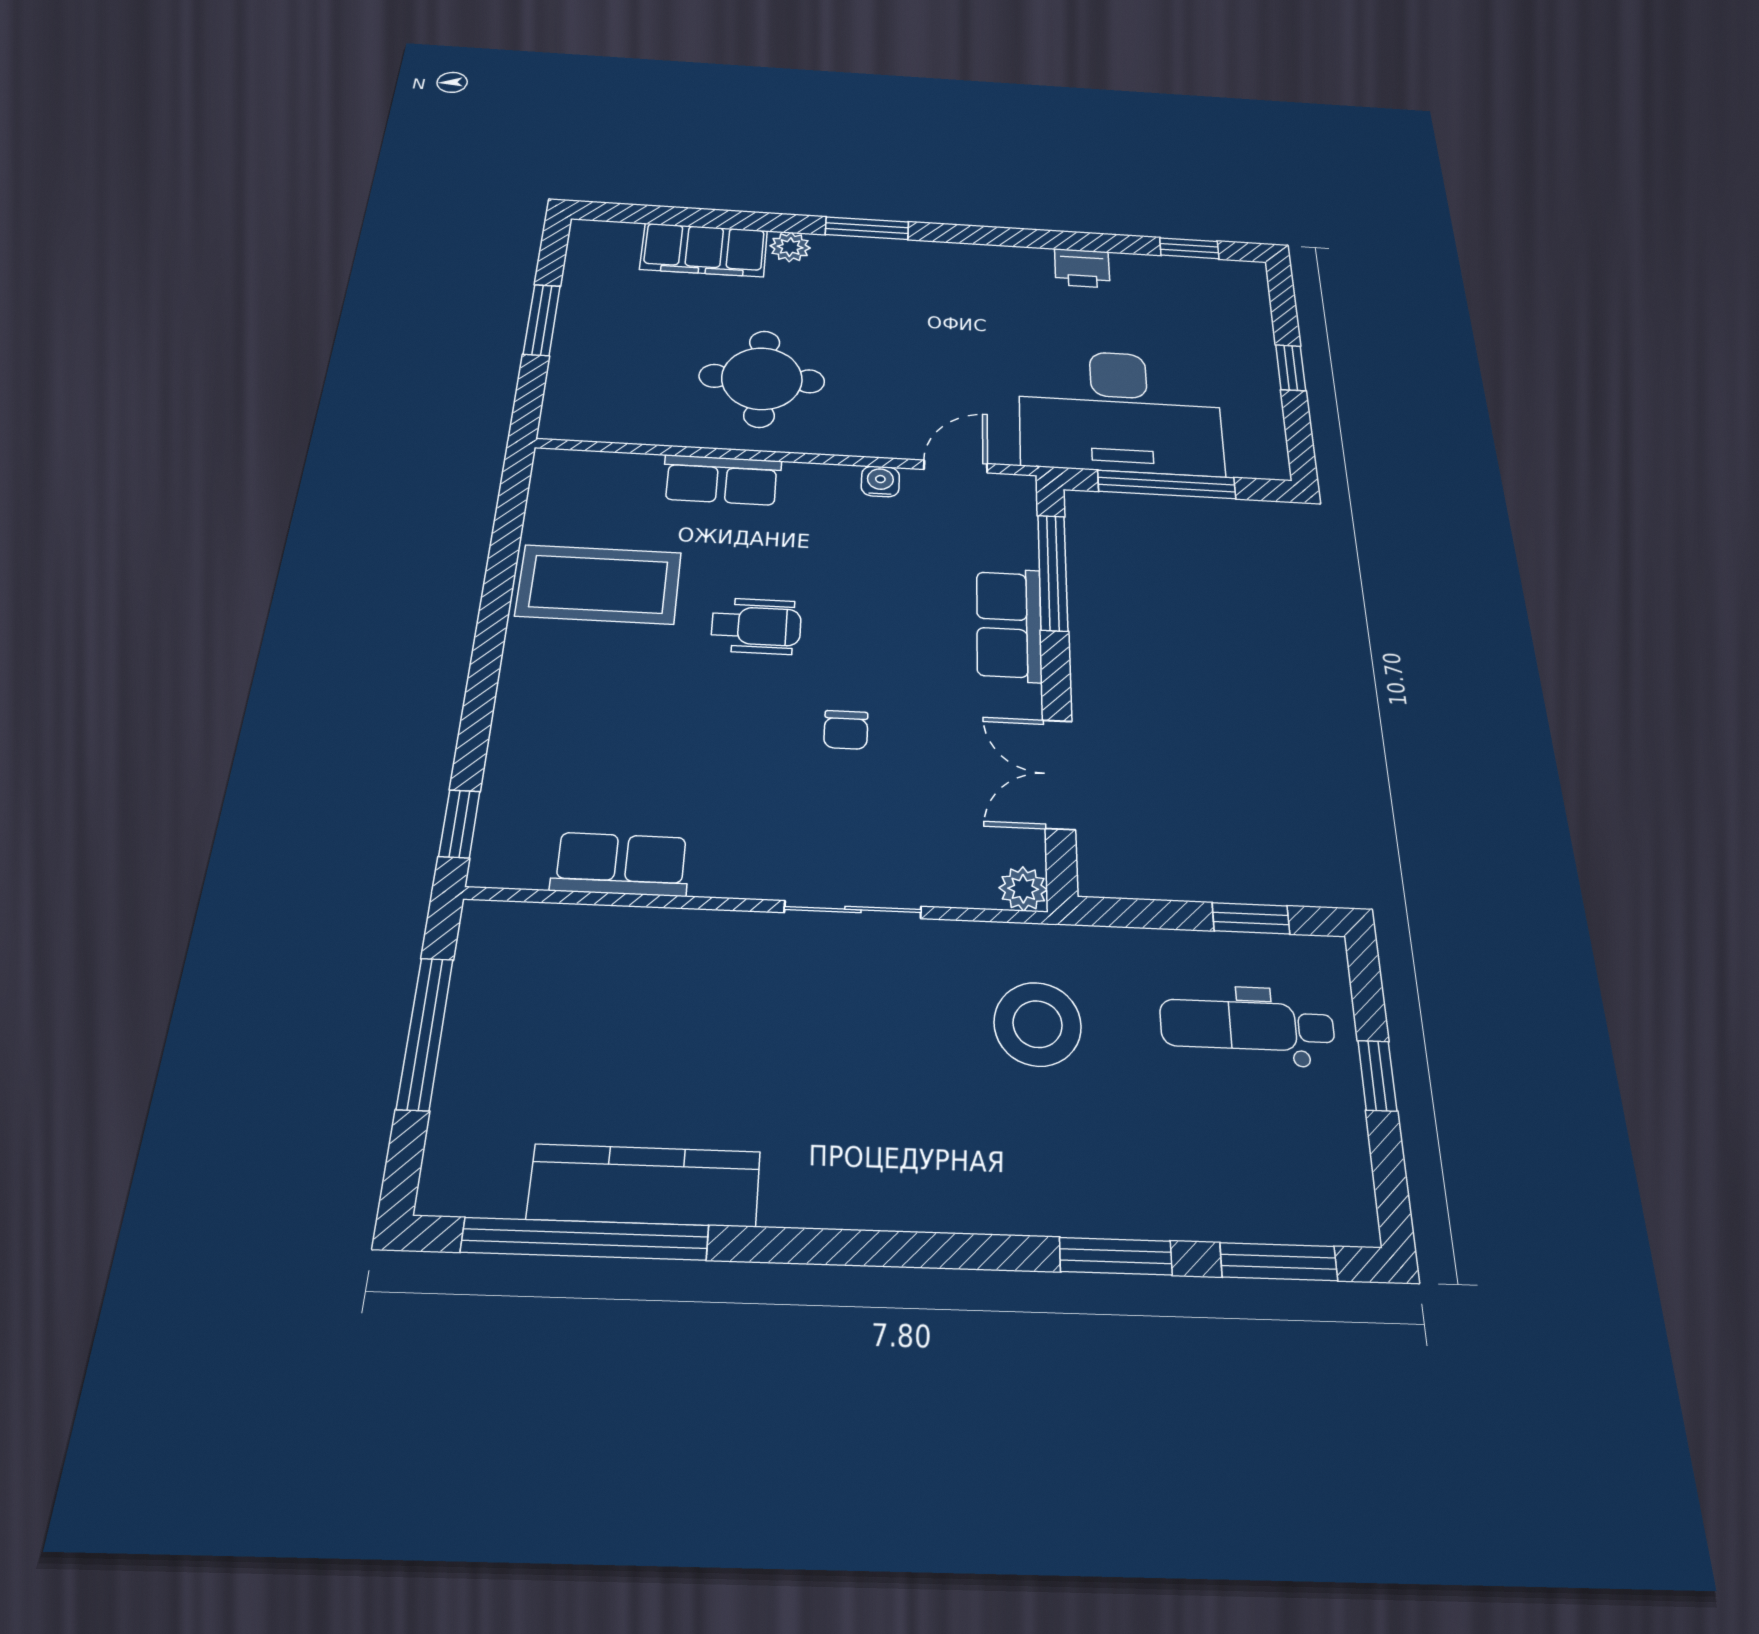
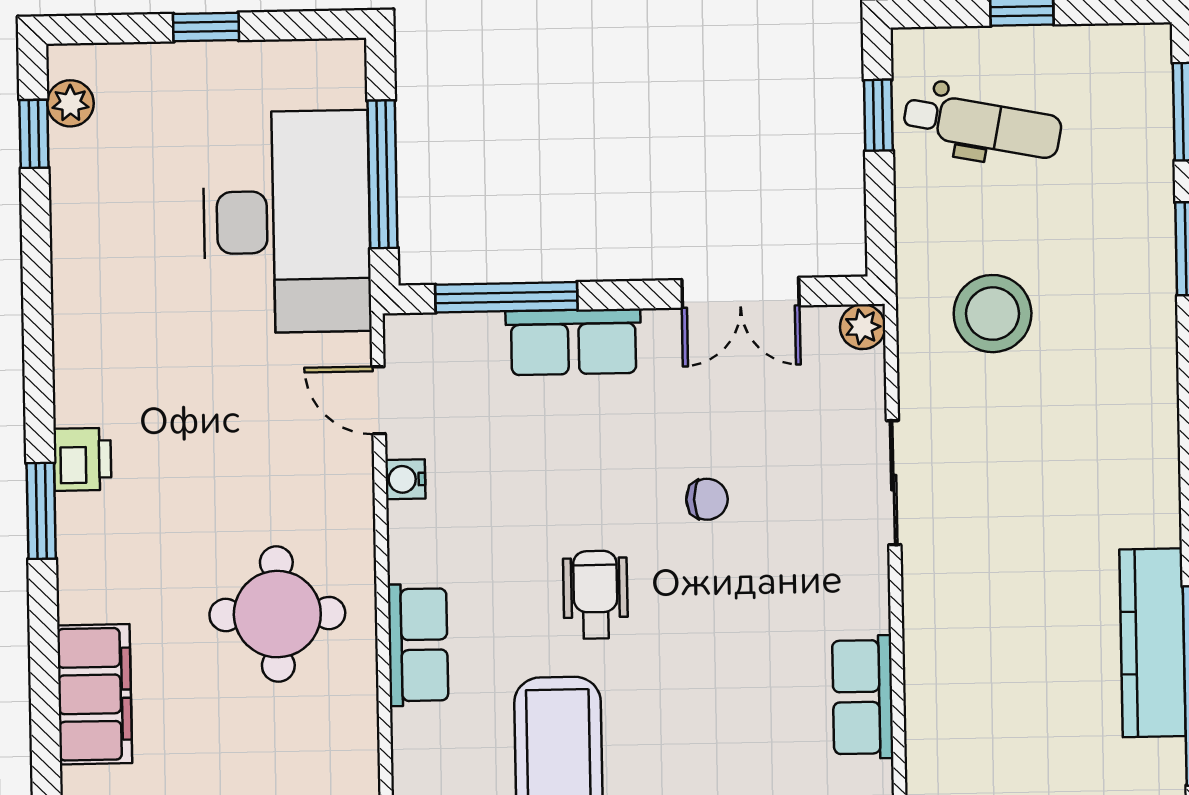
plant: (790, 247) -> (70, 103), moved
printer: (1082, 268) -> (82, 459), moved
dental chair: (1247, 1025) -> (982, 125), turned -79

